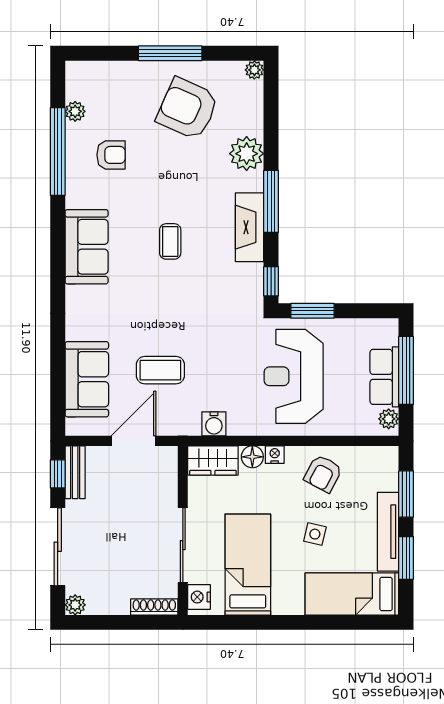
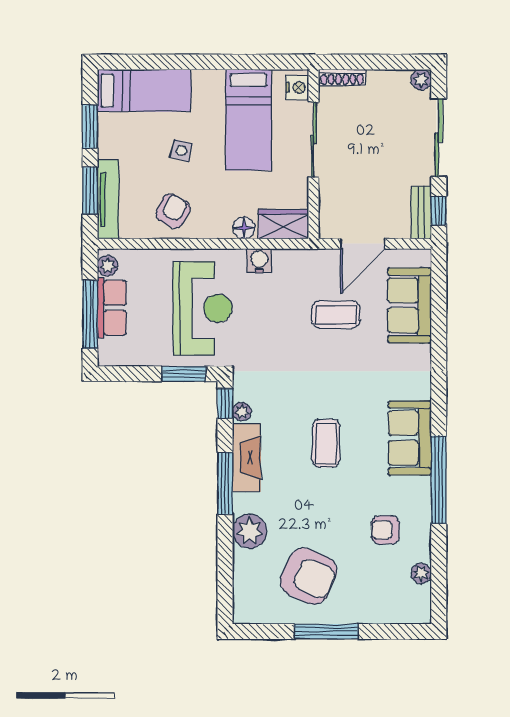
plant: (254, 70) -> (242, 412), moved
window: (58, 152) -> (439, 480), moved
coffee table: (170, 241) -> (326, 443), width x1.36, depth x1.30
water cooler: (214, 424) -> (259, 261), moved
nightstand: (275, 455) -> (221, 230), removed
tv unit: (388, 532) -> (108, 199), moved

